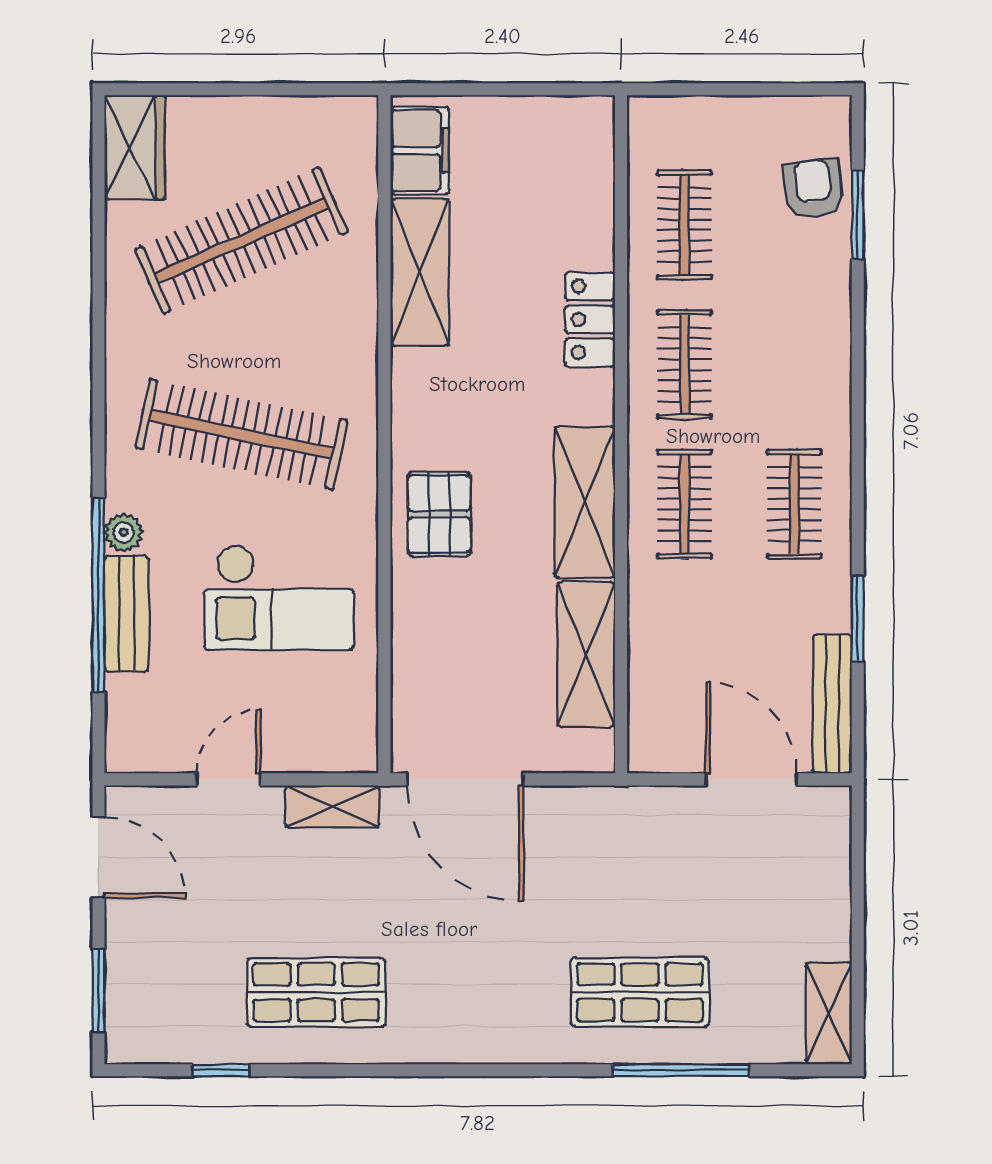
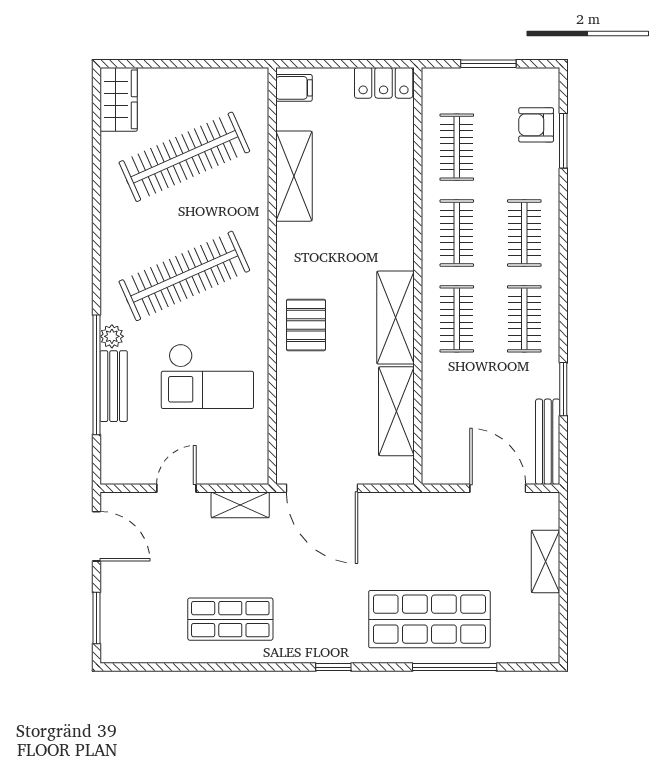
window: (736, 89) -> (488, 64), added
filing cabinet: (420, 151) -> (294, 88), width x0.50
armchair: (813, 189) -> (536, 125), turned -83
locker: (590, 319) -> (384, 83), moved, turned -90
clothes rail: (794, 364) -> (524, 233), added
clothes rail: (241, 434) -> (184, 276), turned -36
shop shelf: (640, 992) -> (429, 619), width x1.43, depth x1.36
shelving: (829, 1013) -> (546, 561), moved
window: (221, 1070) -> (333, 667), moved

